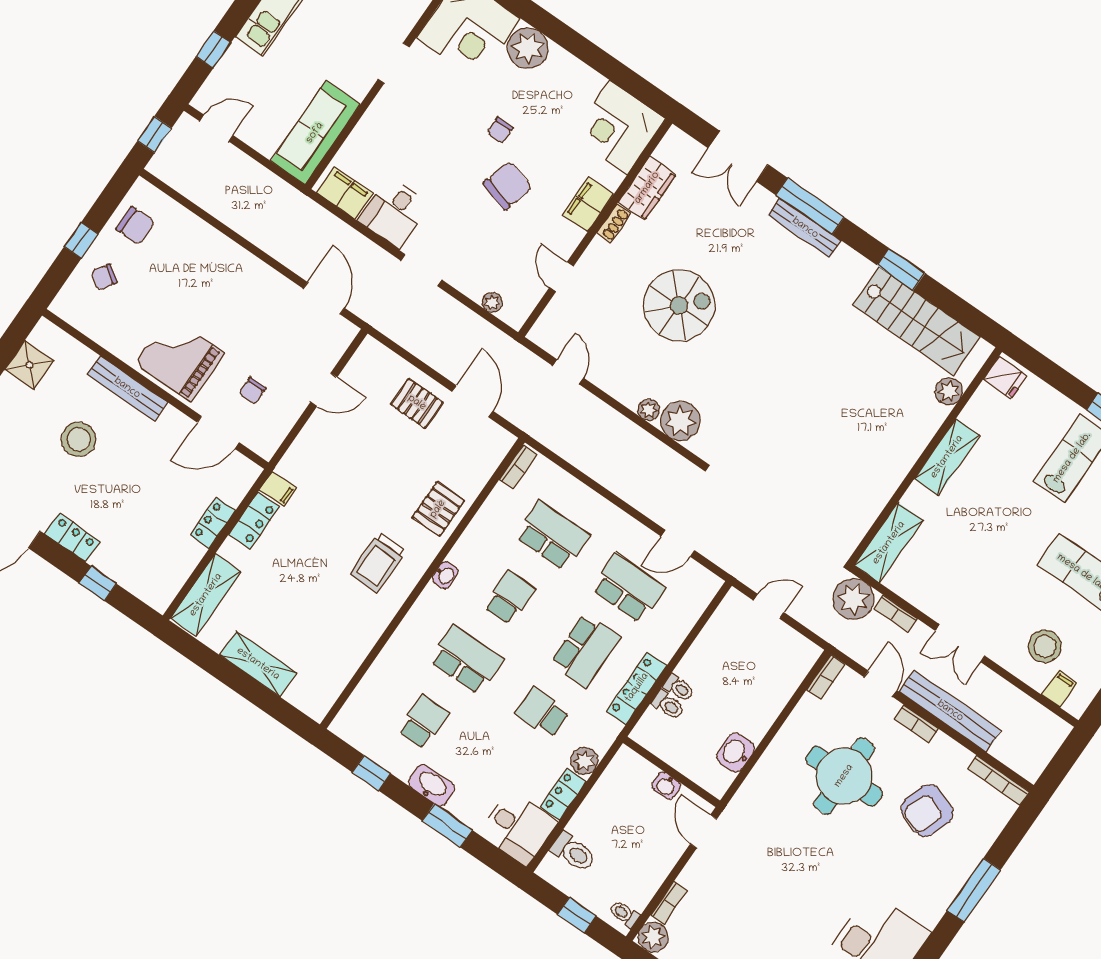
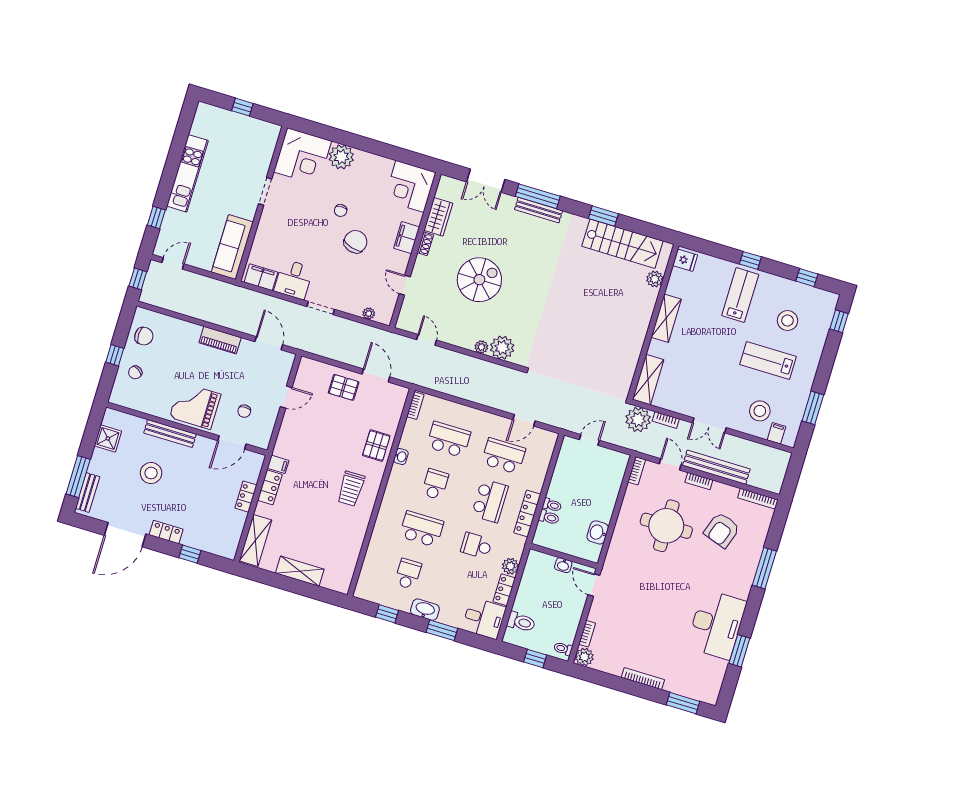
piano: (251, 270) -> (220, 340), added
washbasin: (445, 575) -> (401, 457), moved

